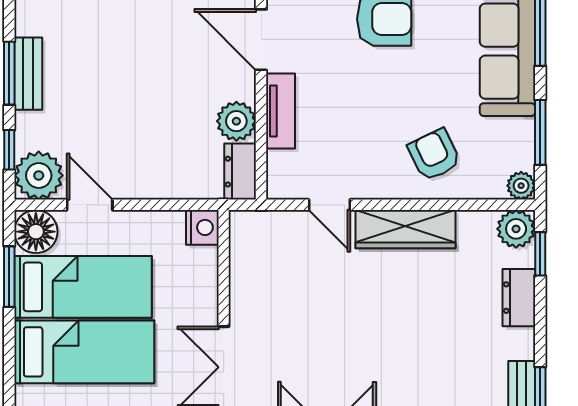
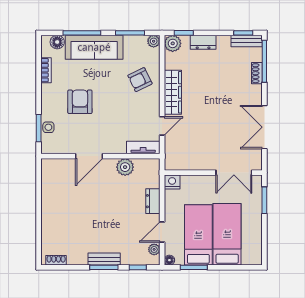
tv unit: (281, 111) -> (143, 148), moved
dresser: (240, 172) -> (153, 201), moved, turned 90
plant: (39, 175) -> (154, 249), width x0.53, depth x0.53
floor lamp: (36, 232) -> (169, 260), width x0.53, depth x0.53

